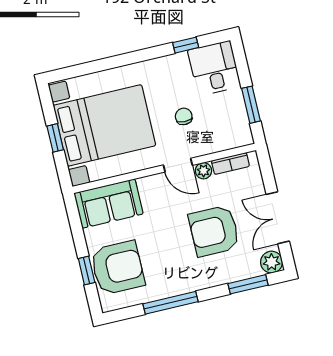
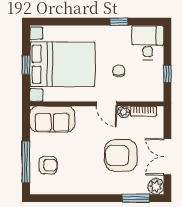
window: (186, 45) -> (119, 22), moved
window: (251, 105) -> (167, 74), width x0.67
armchair: (118, 268) -> (48, 165), width x0.53, depth x0.53
window: (87, 271) -> (26, 162), width x2.17
window: (171, 303) -> (79, 198), removed

